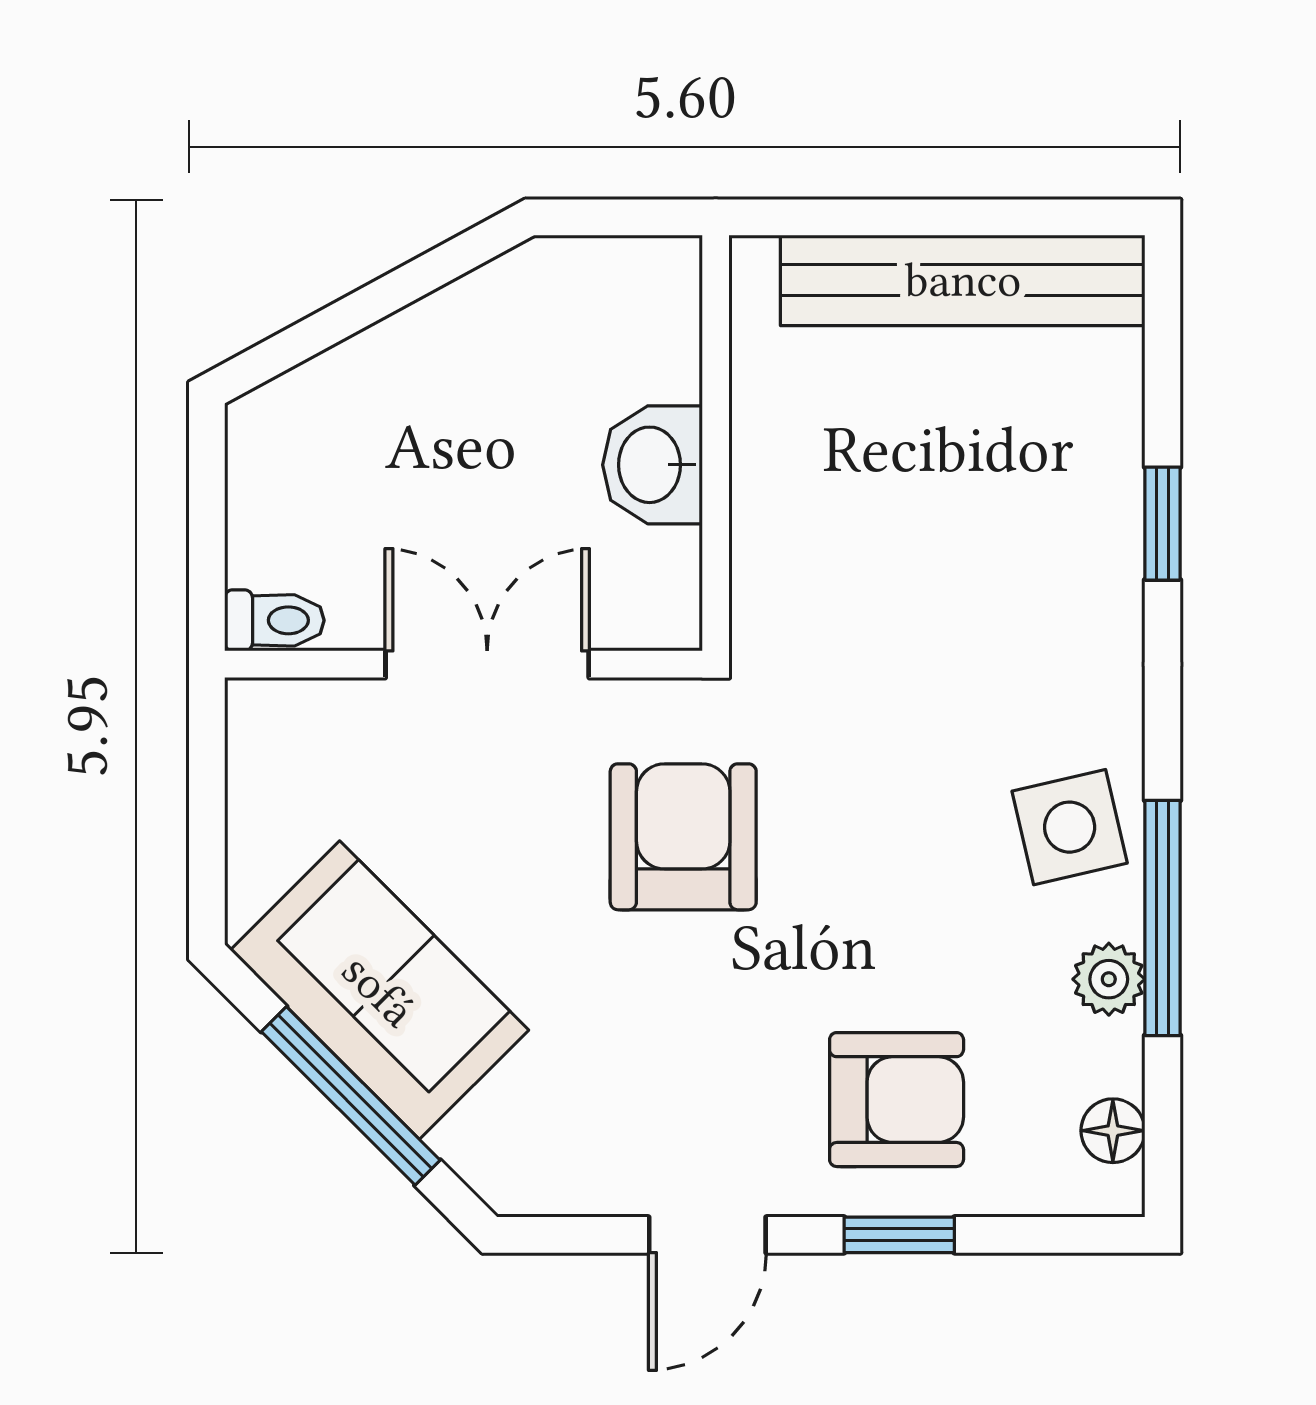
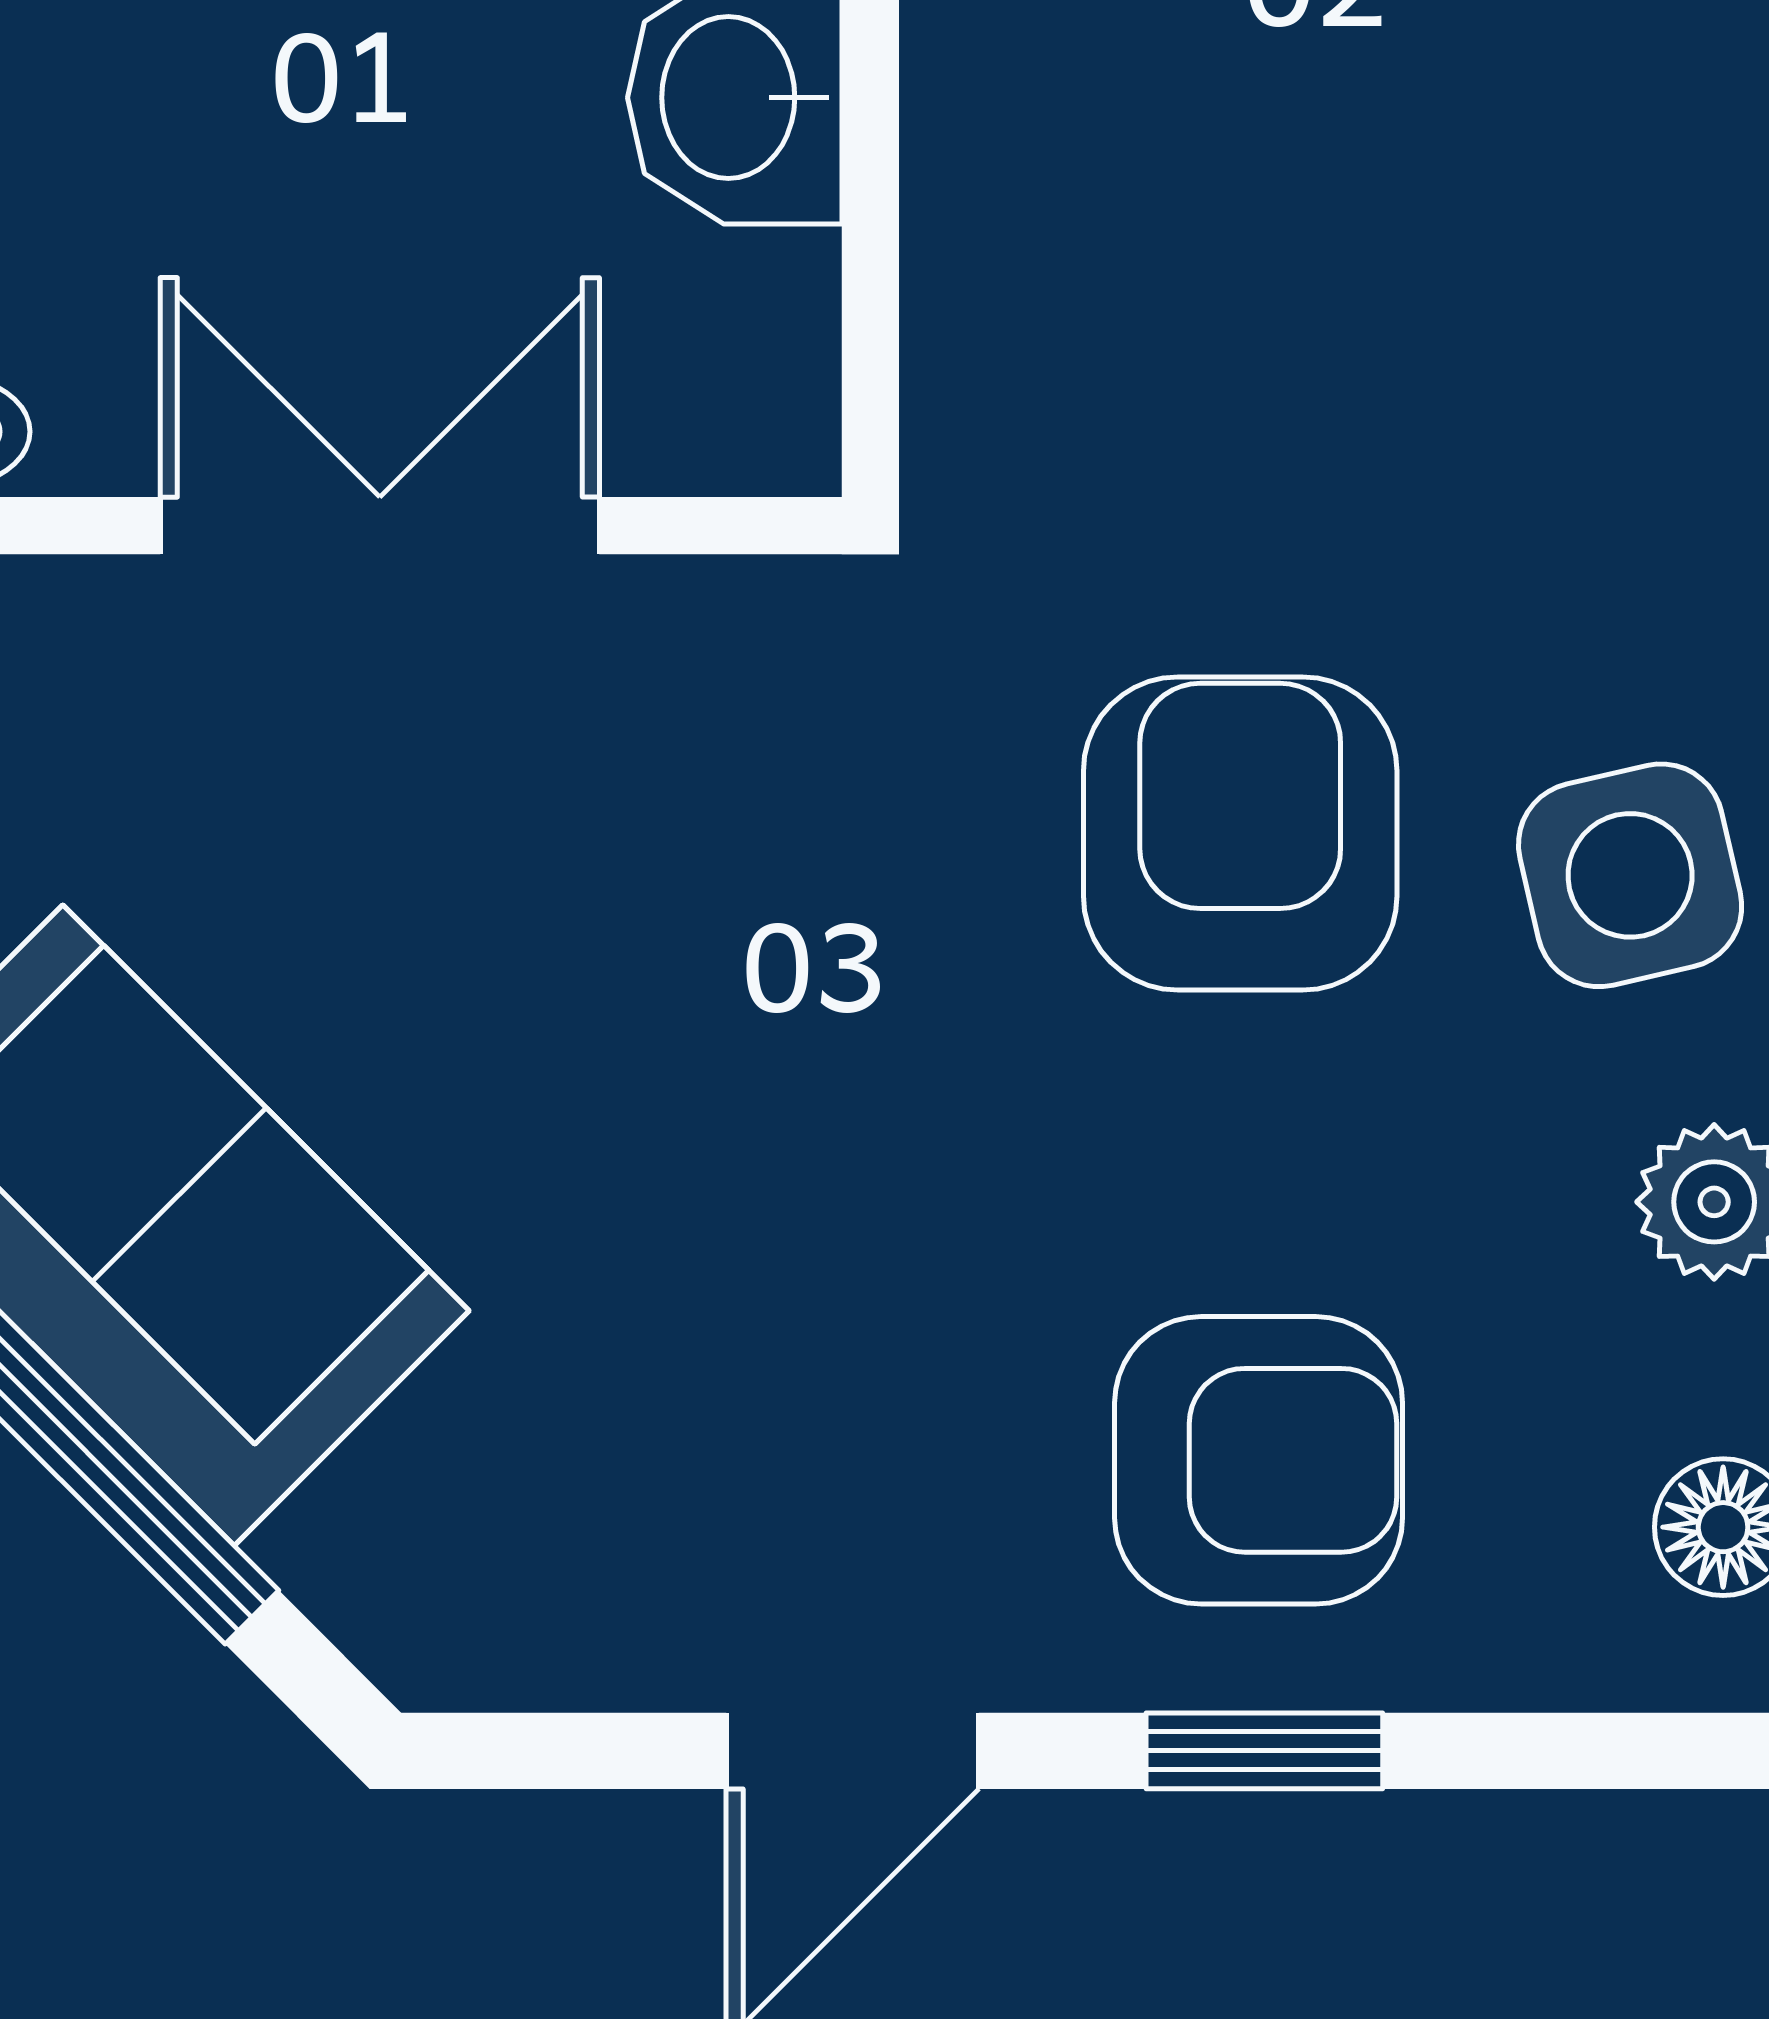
armchair: (683, 837) -> (1240, 833), moved

